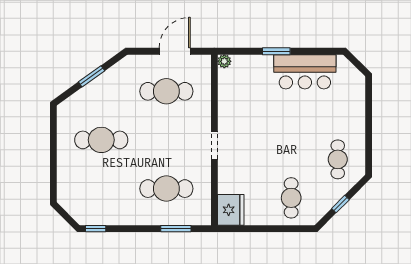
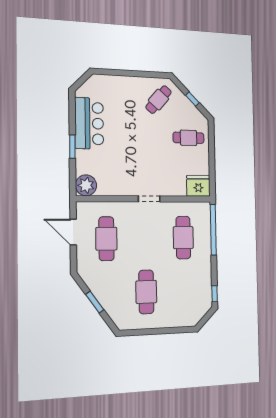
plant: (224, 61) -> (86, 185), width x1.88, depth x1.88
cafe table: (338, 159) -> (159, 100), turned -49
window: (176, 229) -> (213, 230), width x2.11

